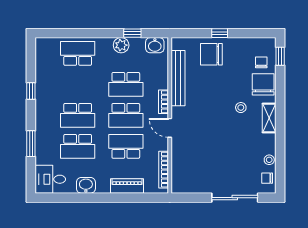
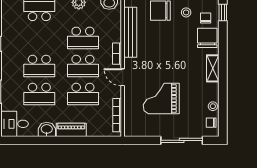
stool: (241, 108) -> (186, 12), moved
school desk: (126, 146) -> (83, 94), turned 180
grand piano: (212, 151) -> (161, 99), added
piano: (127, 186) -> (71, 130), moved

